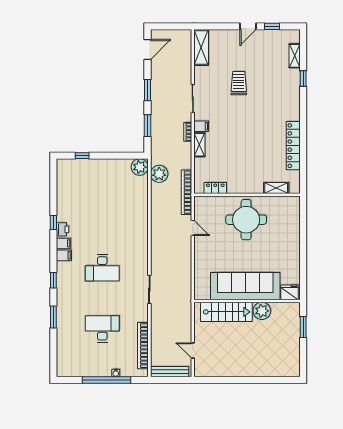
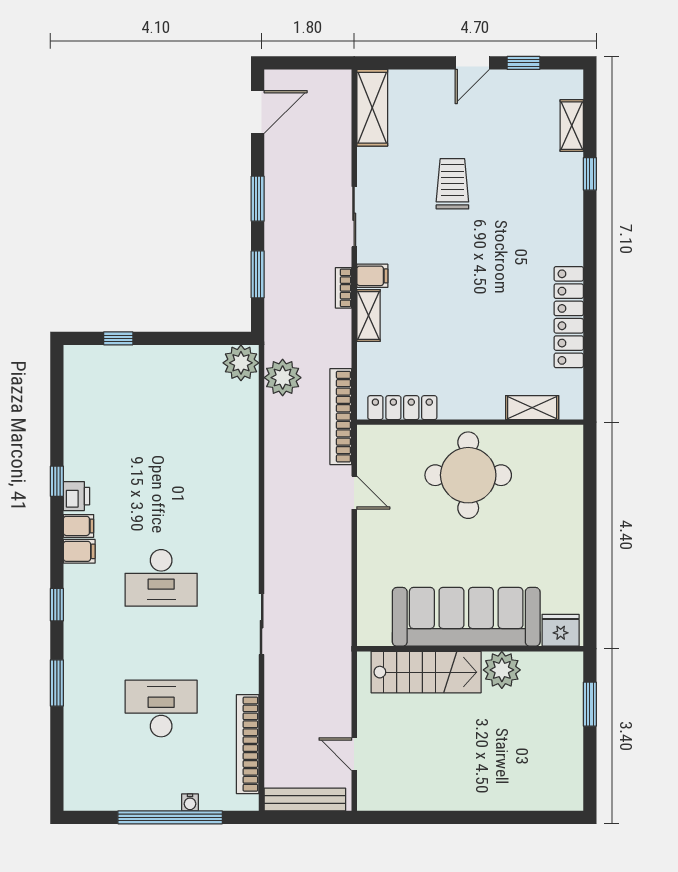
locker: (215, 188) -> (402, 408), width x1.53

